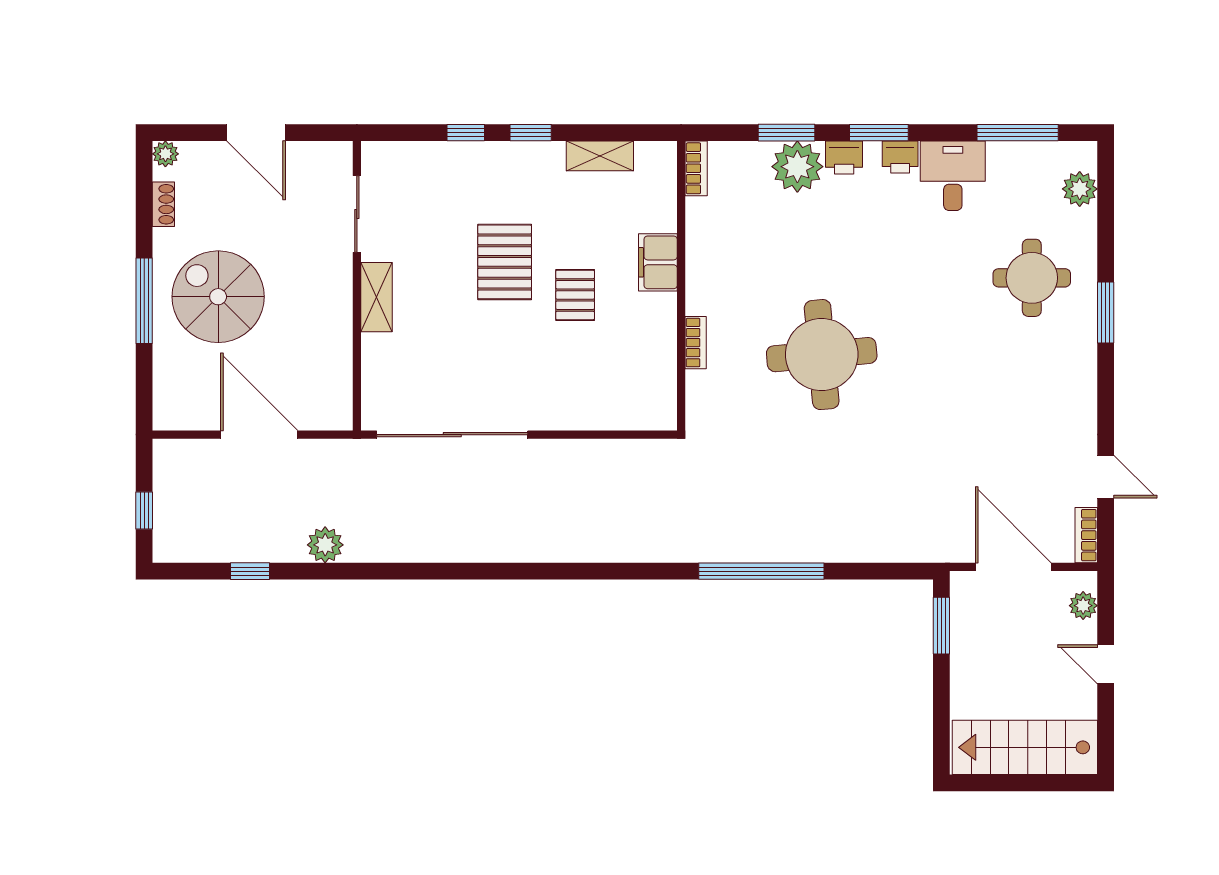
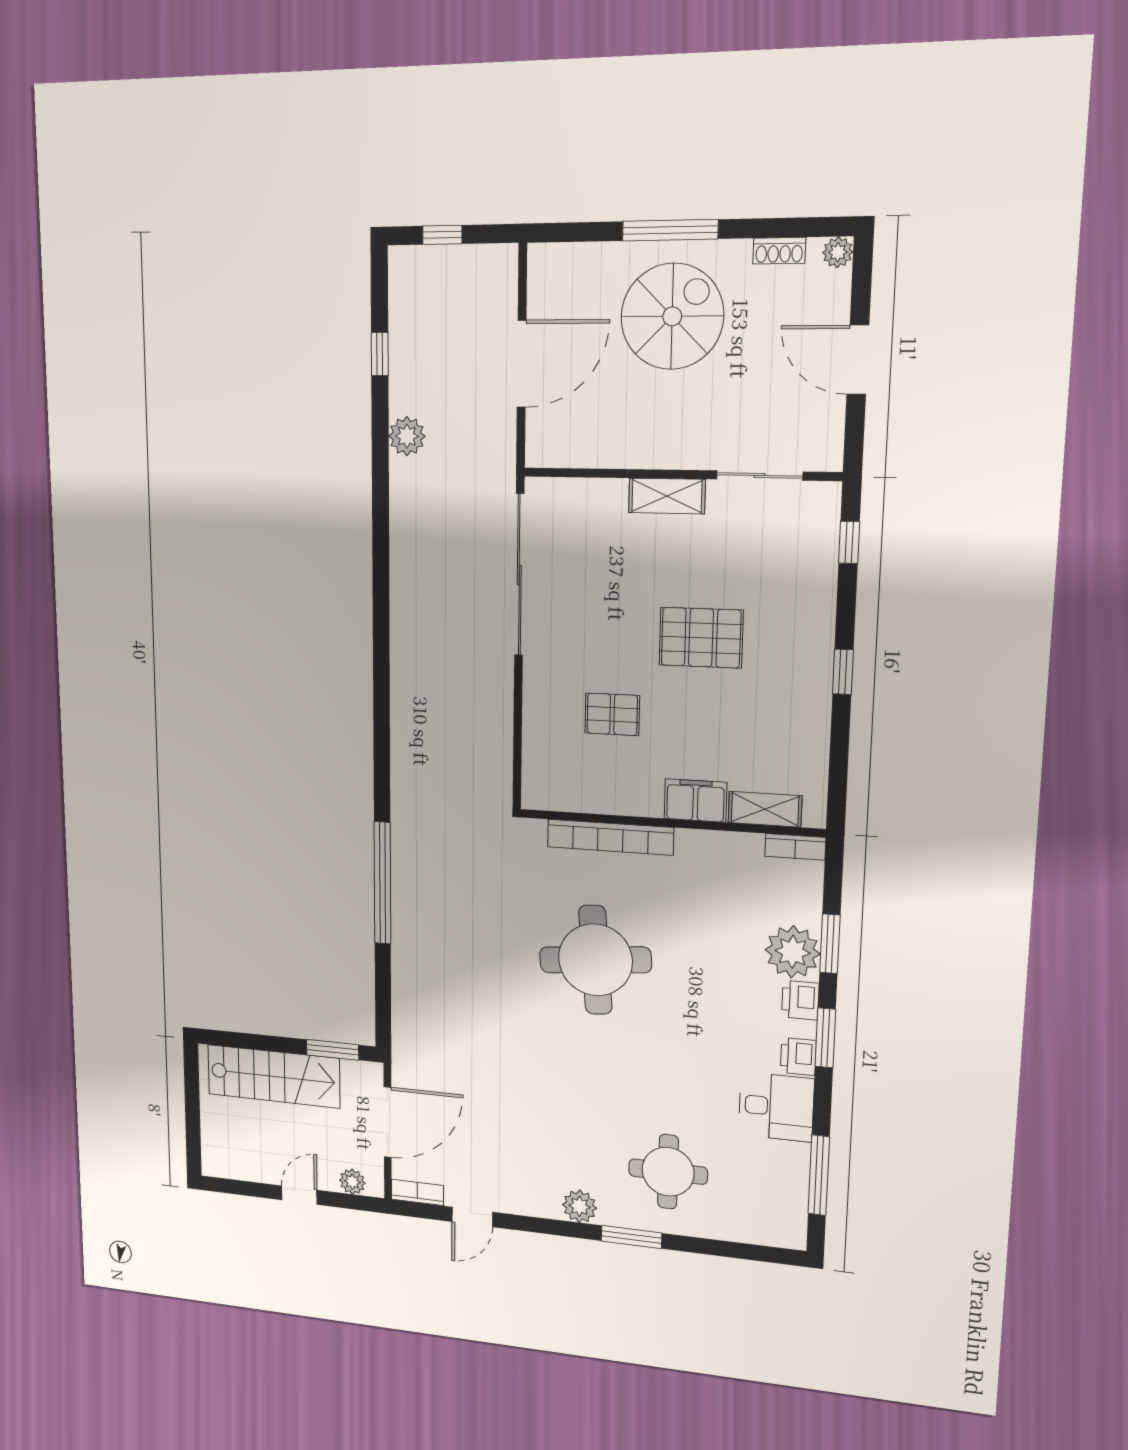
door: (256, 133) -> (858, 360), hinge flipped
window: (466, 133) -> (849, 542), moved
shelving: (600, 156) -> (765, 809), moved, turned 90
plant: (1080, 189) -> (580, 1206), moved
pallet: (575, 295) -> (612, 714), moved
bookcase: (696, 343) -> (610, 837), width x2.31, depth x1.31
stairs: (1025, 747) -> (274, 1076), moved, turned 90

